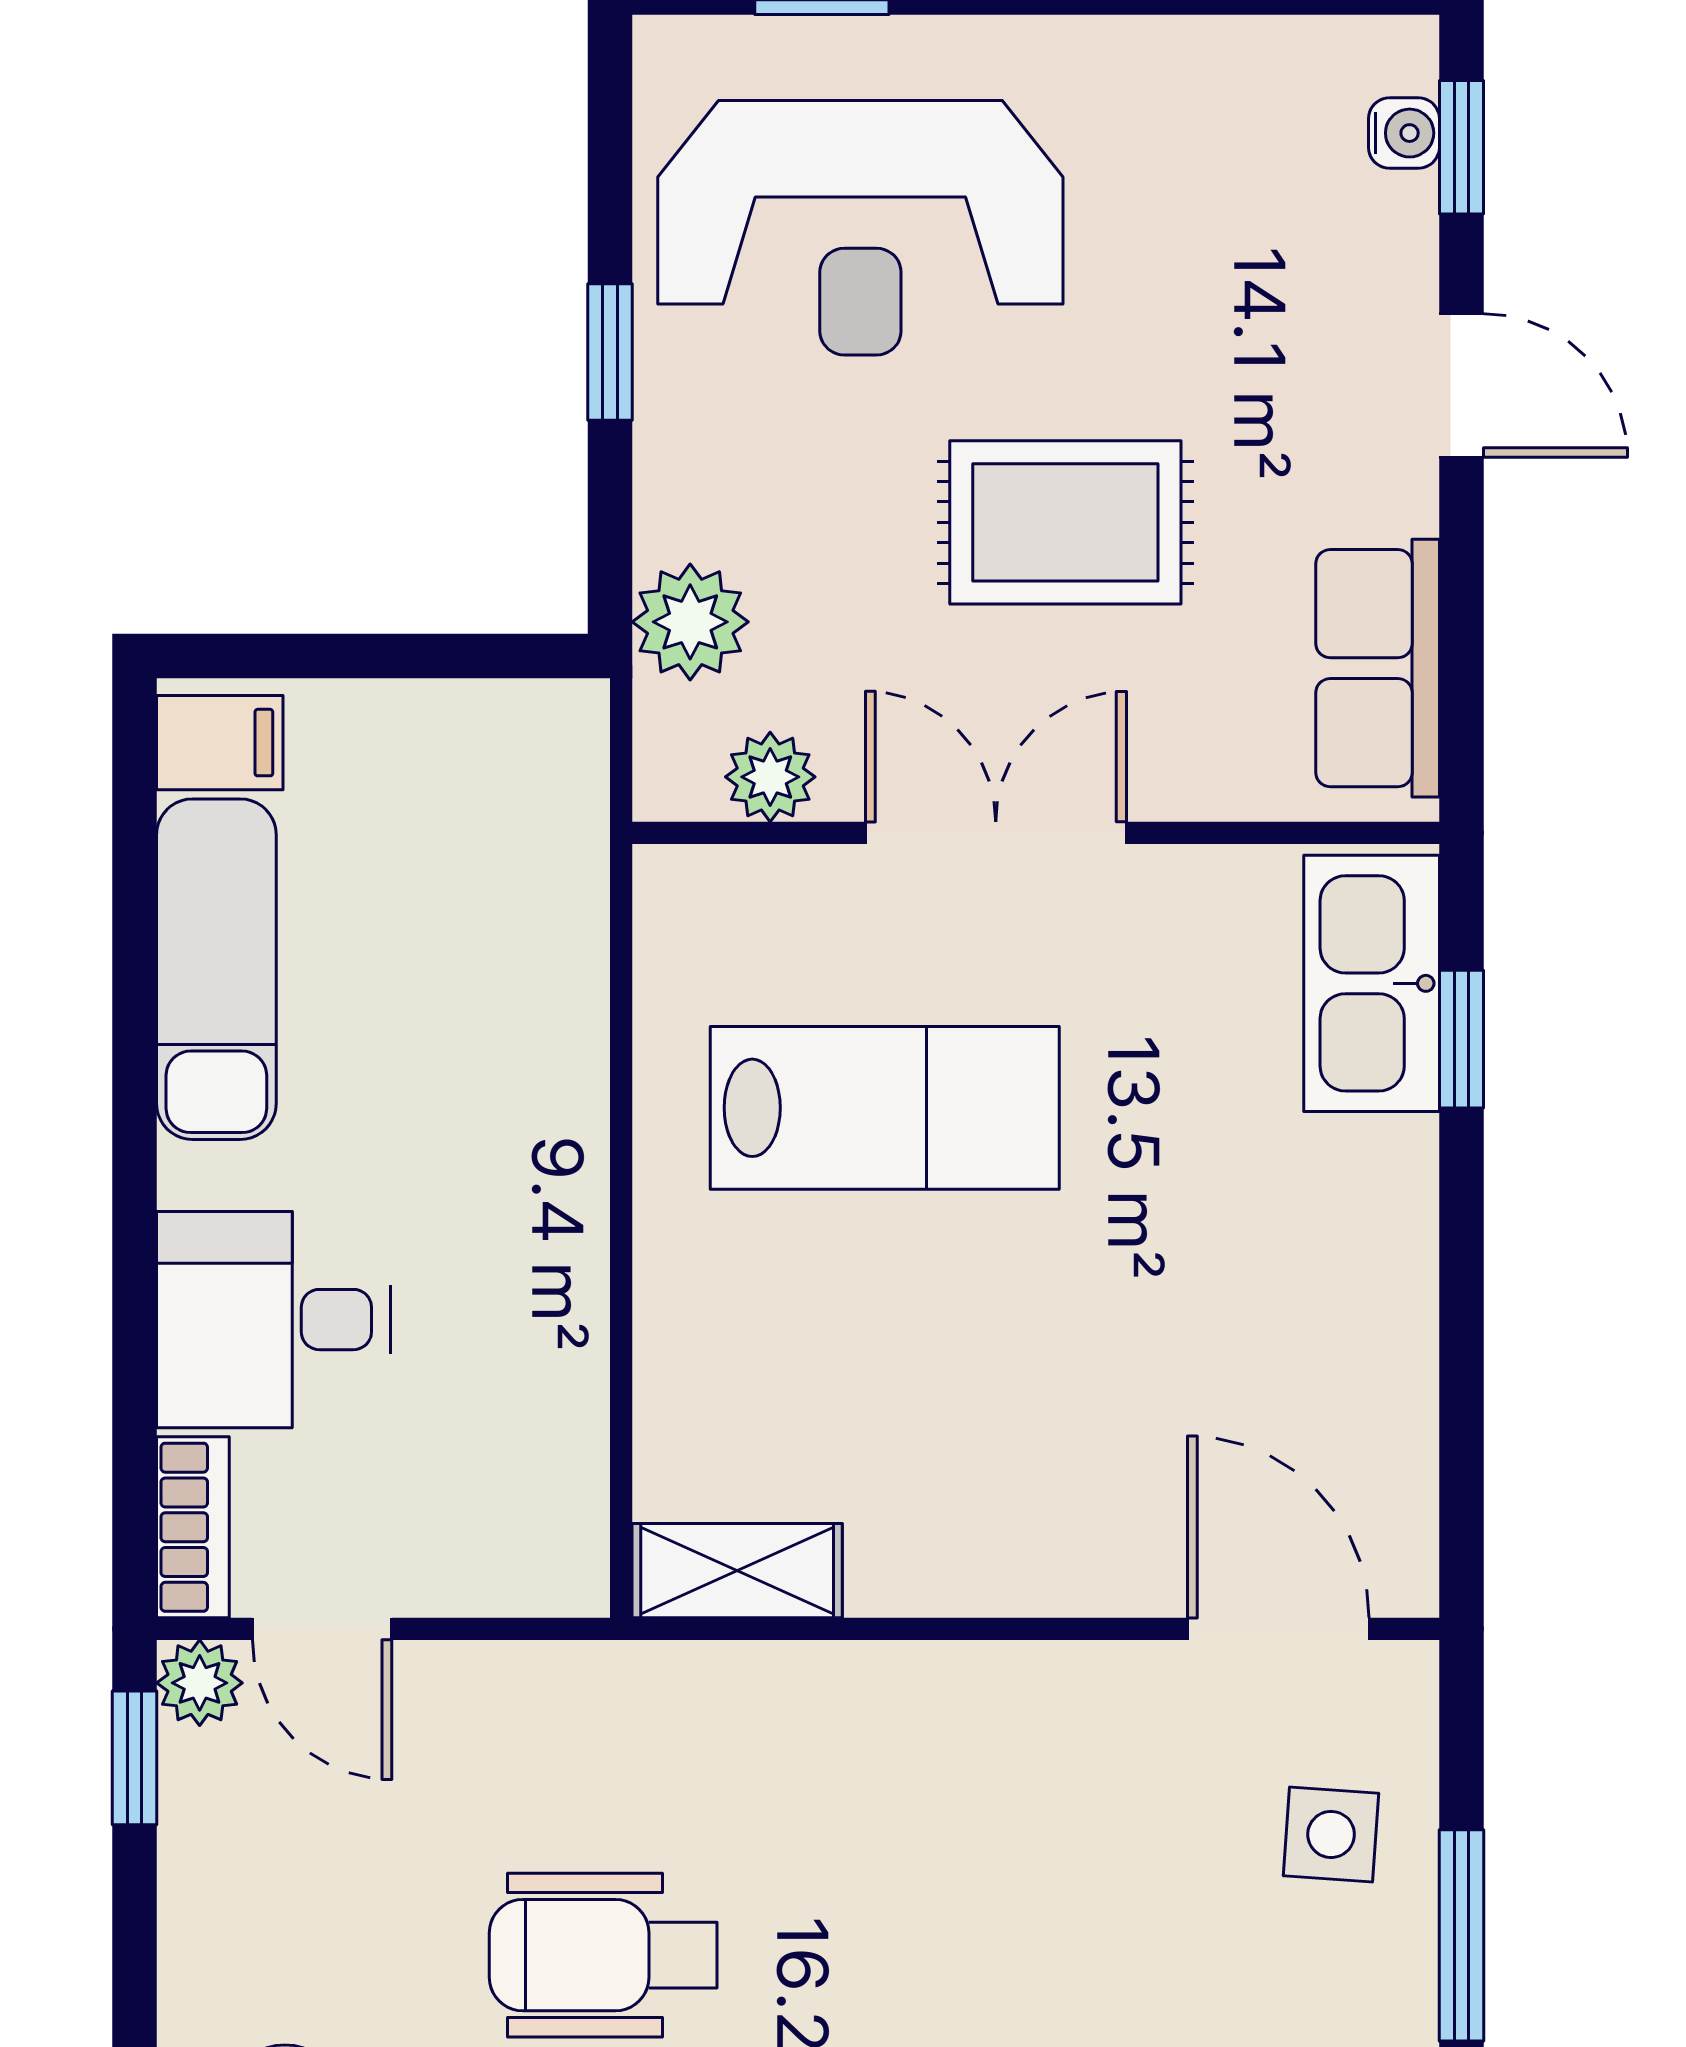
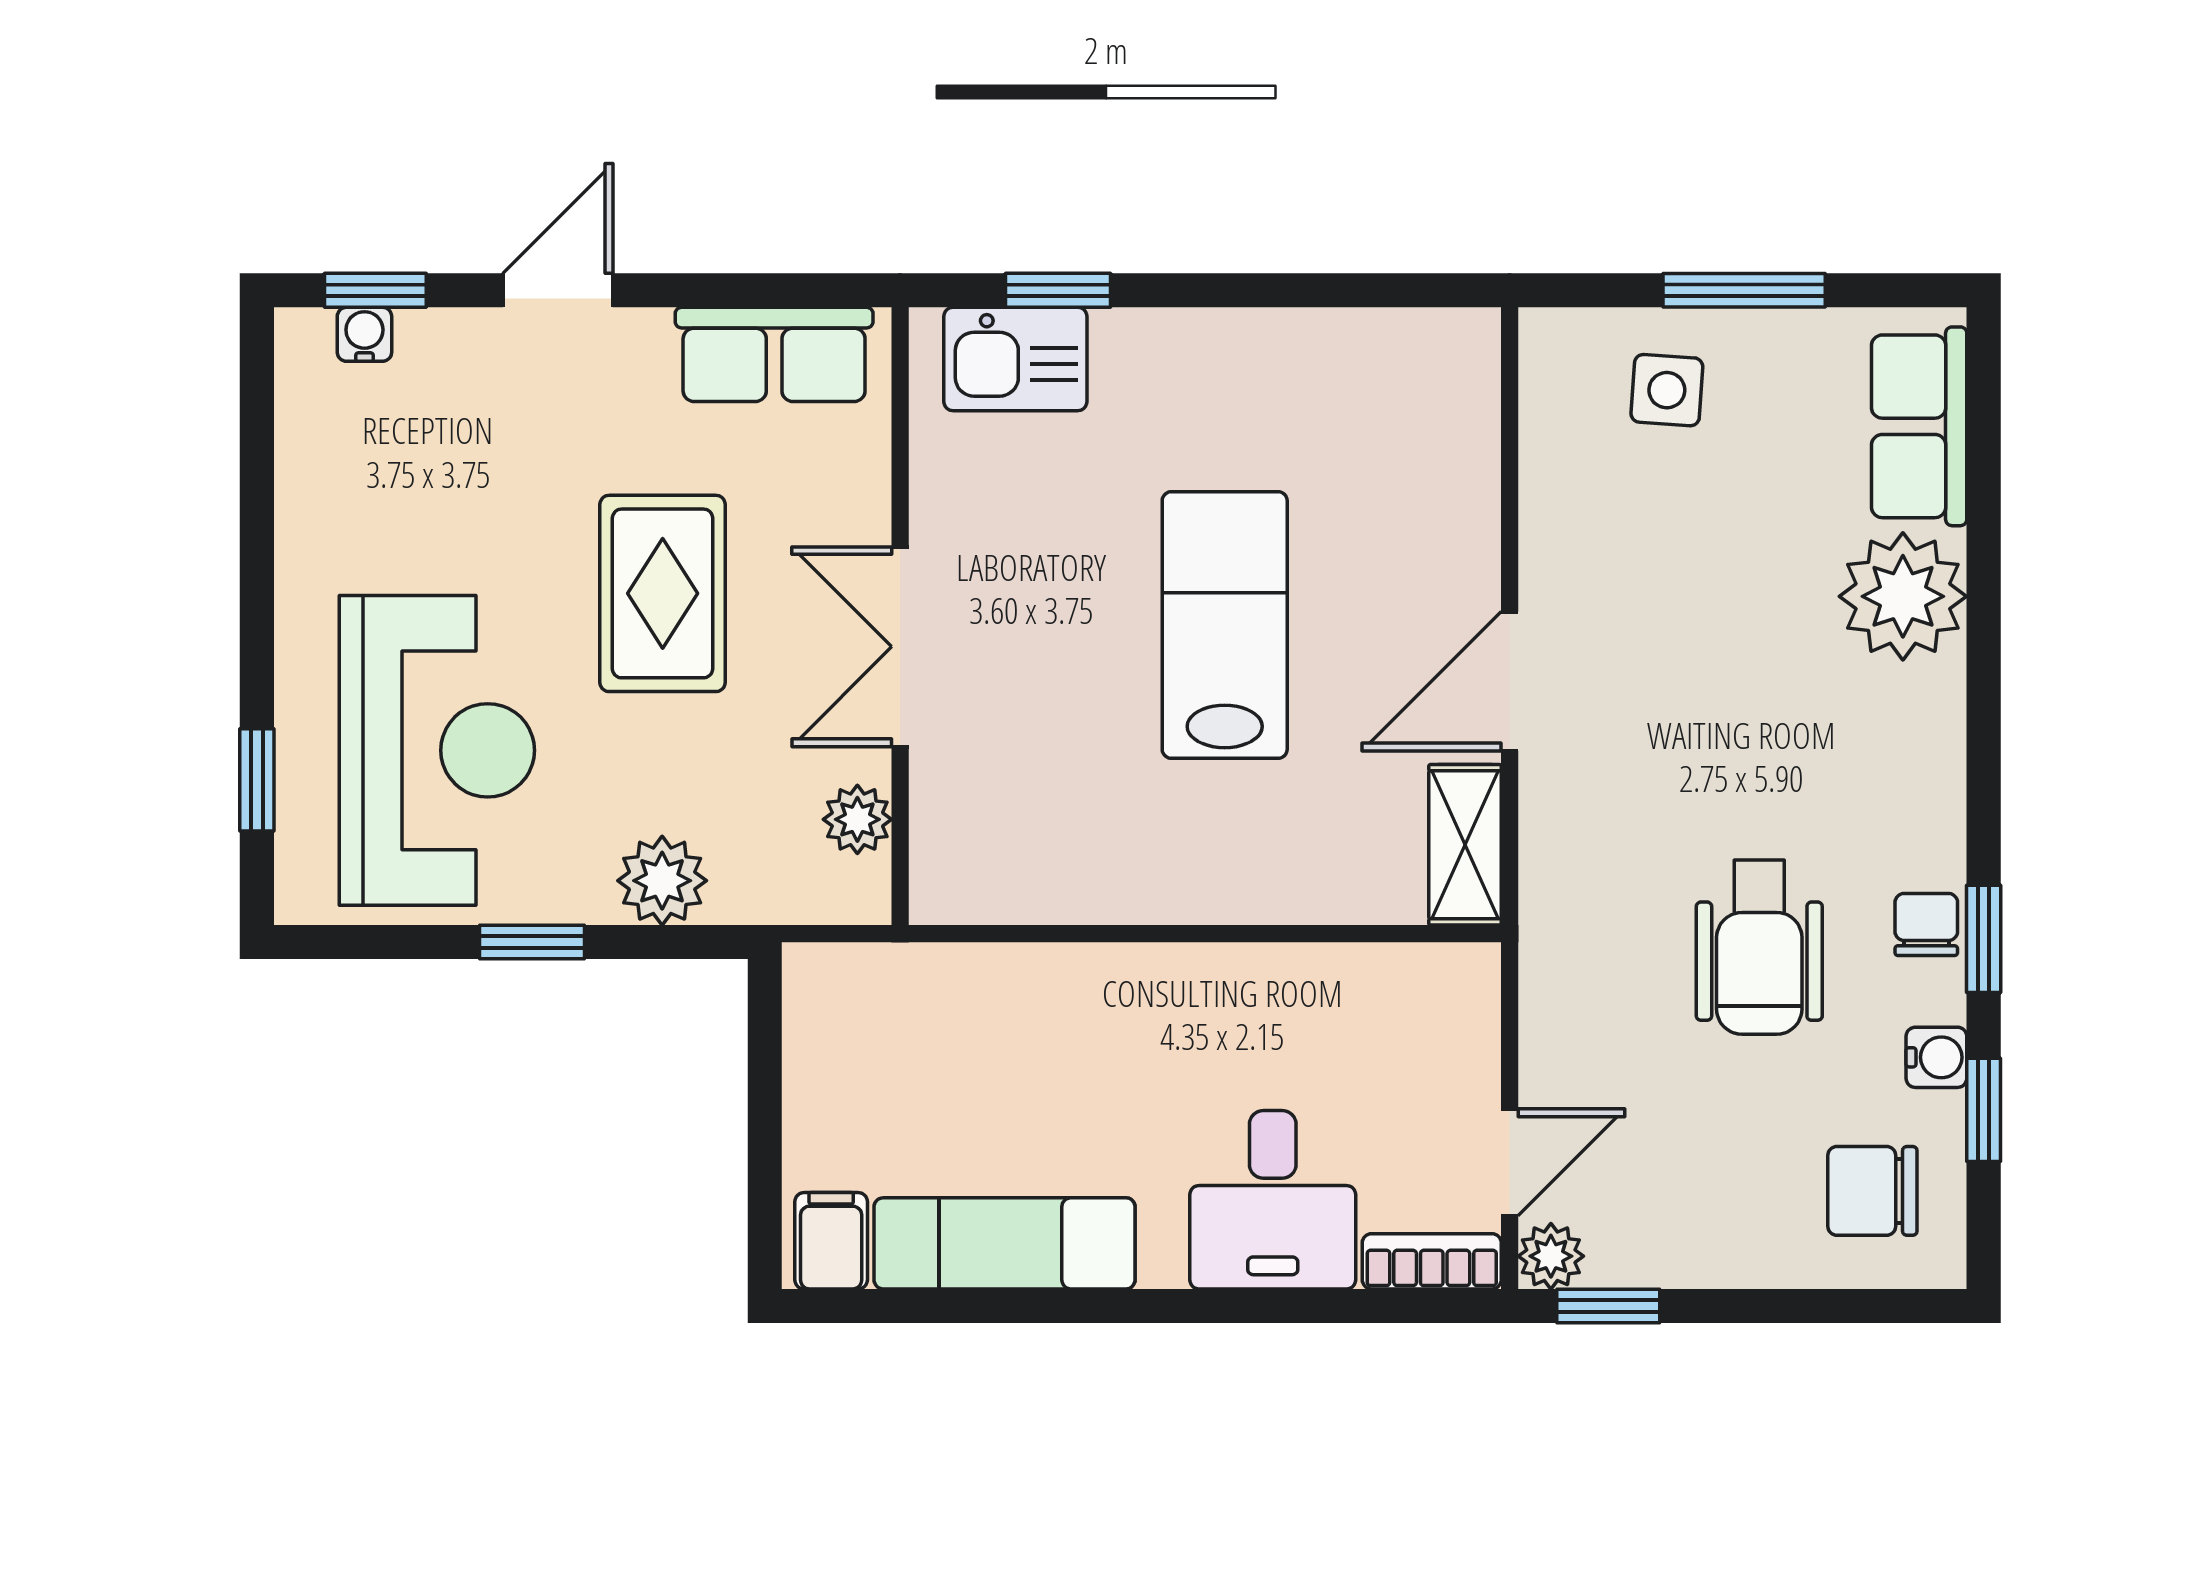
plant: (690, 622) -> (662, 881), moved
kitchen sink: (1372, 983) -> (1015, 359), width x0.73
lab bench: (885, 1108) -> (1225, 625), moved
door: (1278, 1629) -> (1510, 681), moved

